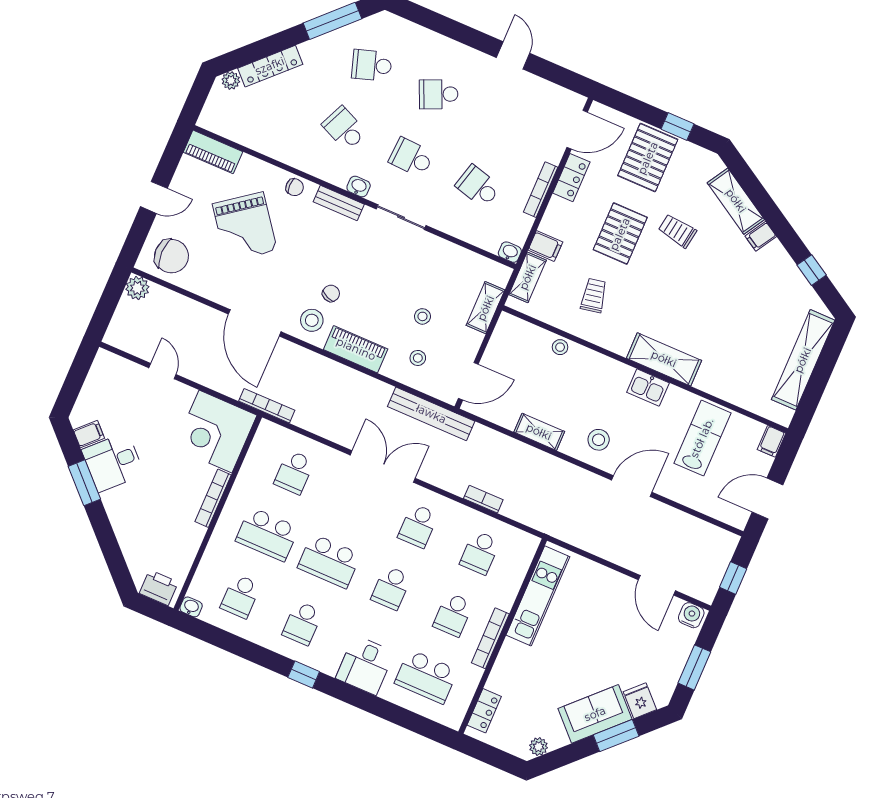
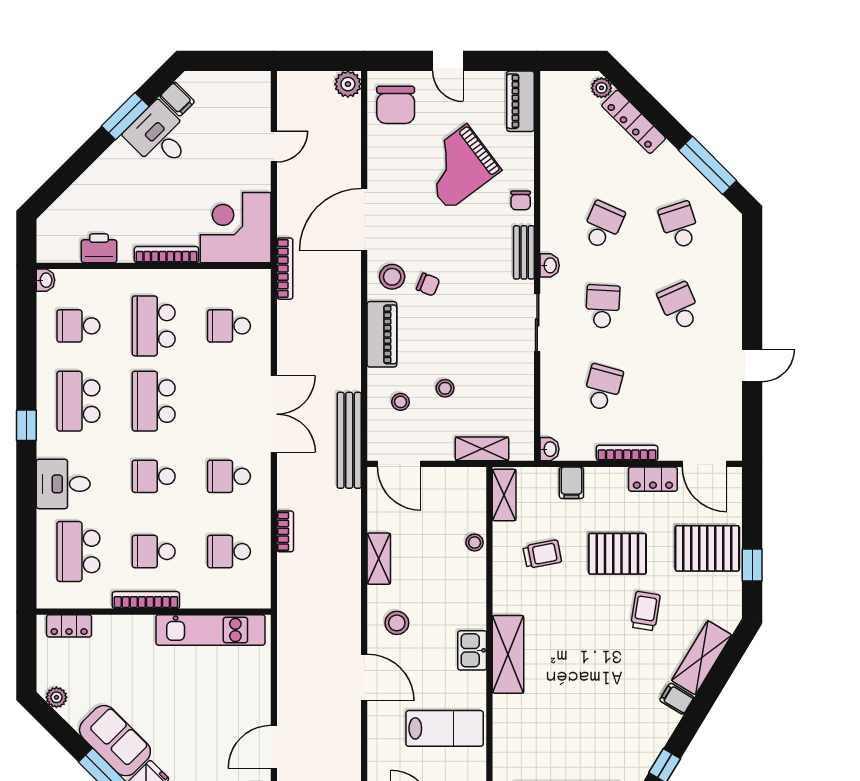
shelving: (528, 277) -> (504, 495), moved, turned 90
printer: (159, 588) -> (99, 248), moved, turned -90
school desk: (302, 623) -> (78, 401), width x1.85

